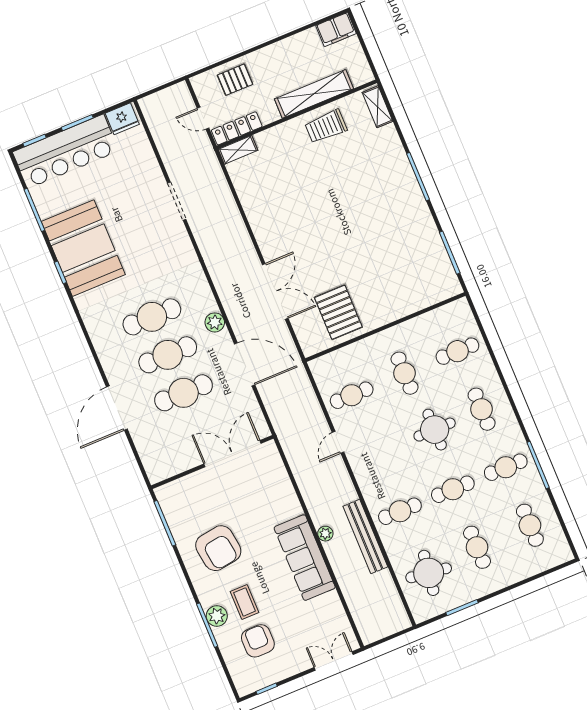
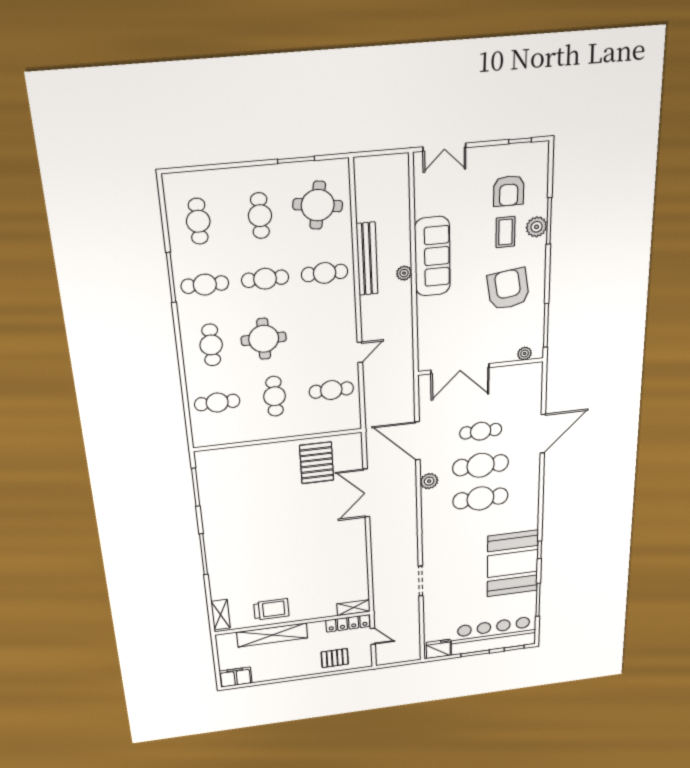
cafe table: (183, 393) -> (481, 431), width x0.73, depth x0.74
plant: (174, 488) -> (525, 354), added

